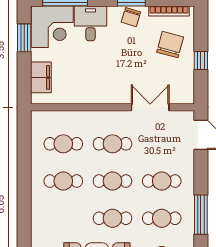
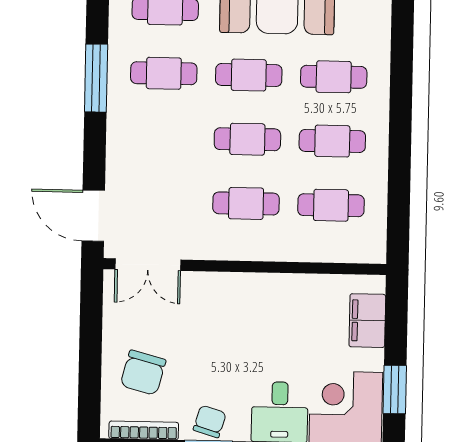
window: (201, 61) -> (91, 344), removed
double door: (150, 107) -> (148, 265), moved
cafe table: (162, 181) -> (334, 77), moved

